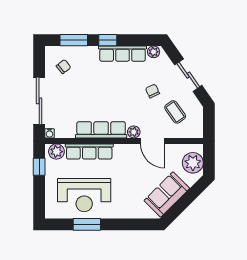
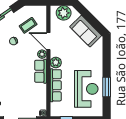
row of seats: (101, 130) -> (41, 71), width x0.68
door: (152, 141) -> (48, 41), swing flipped
plant: (56, 152) -> (56, 62), moved

